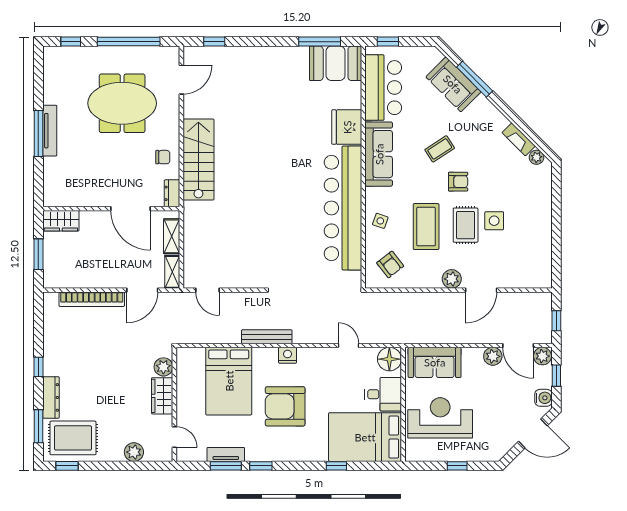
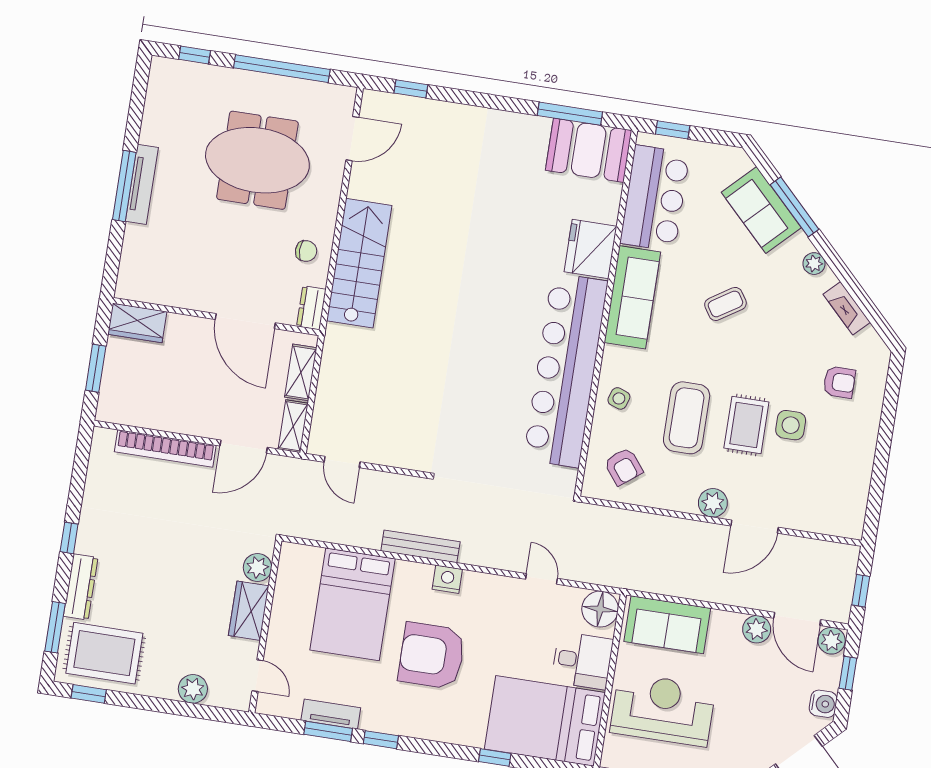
plant: (536, 157) -> (814, 264), moved
armchair: (458, 182) -> (839, 382), moved

